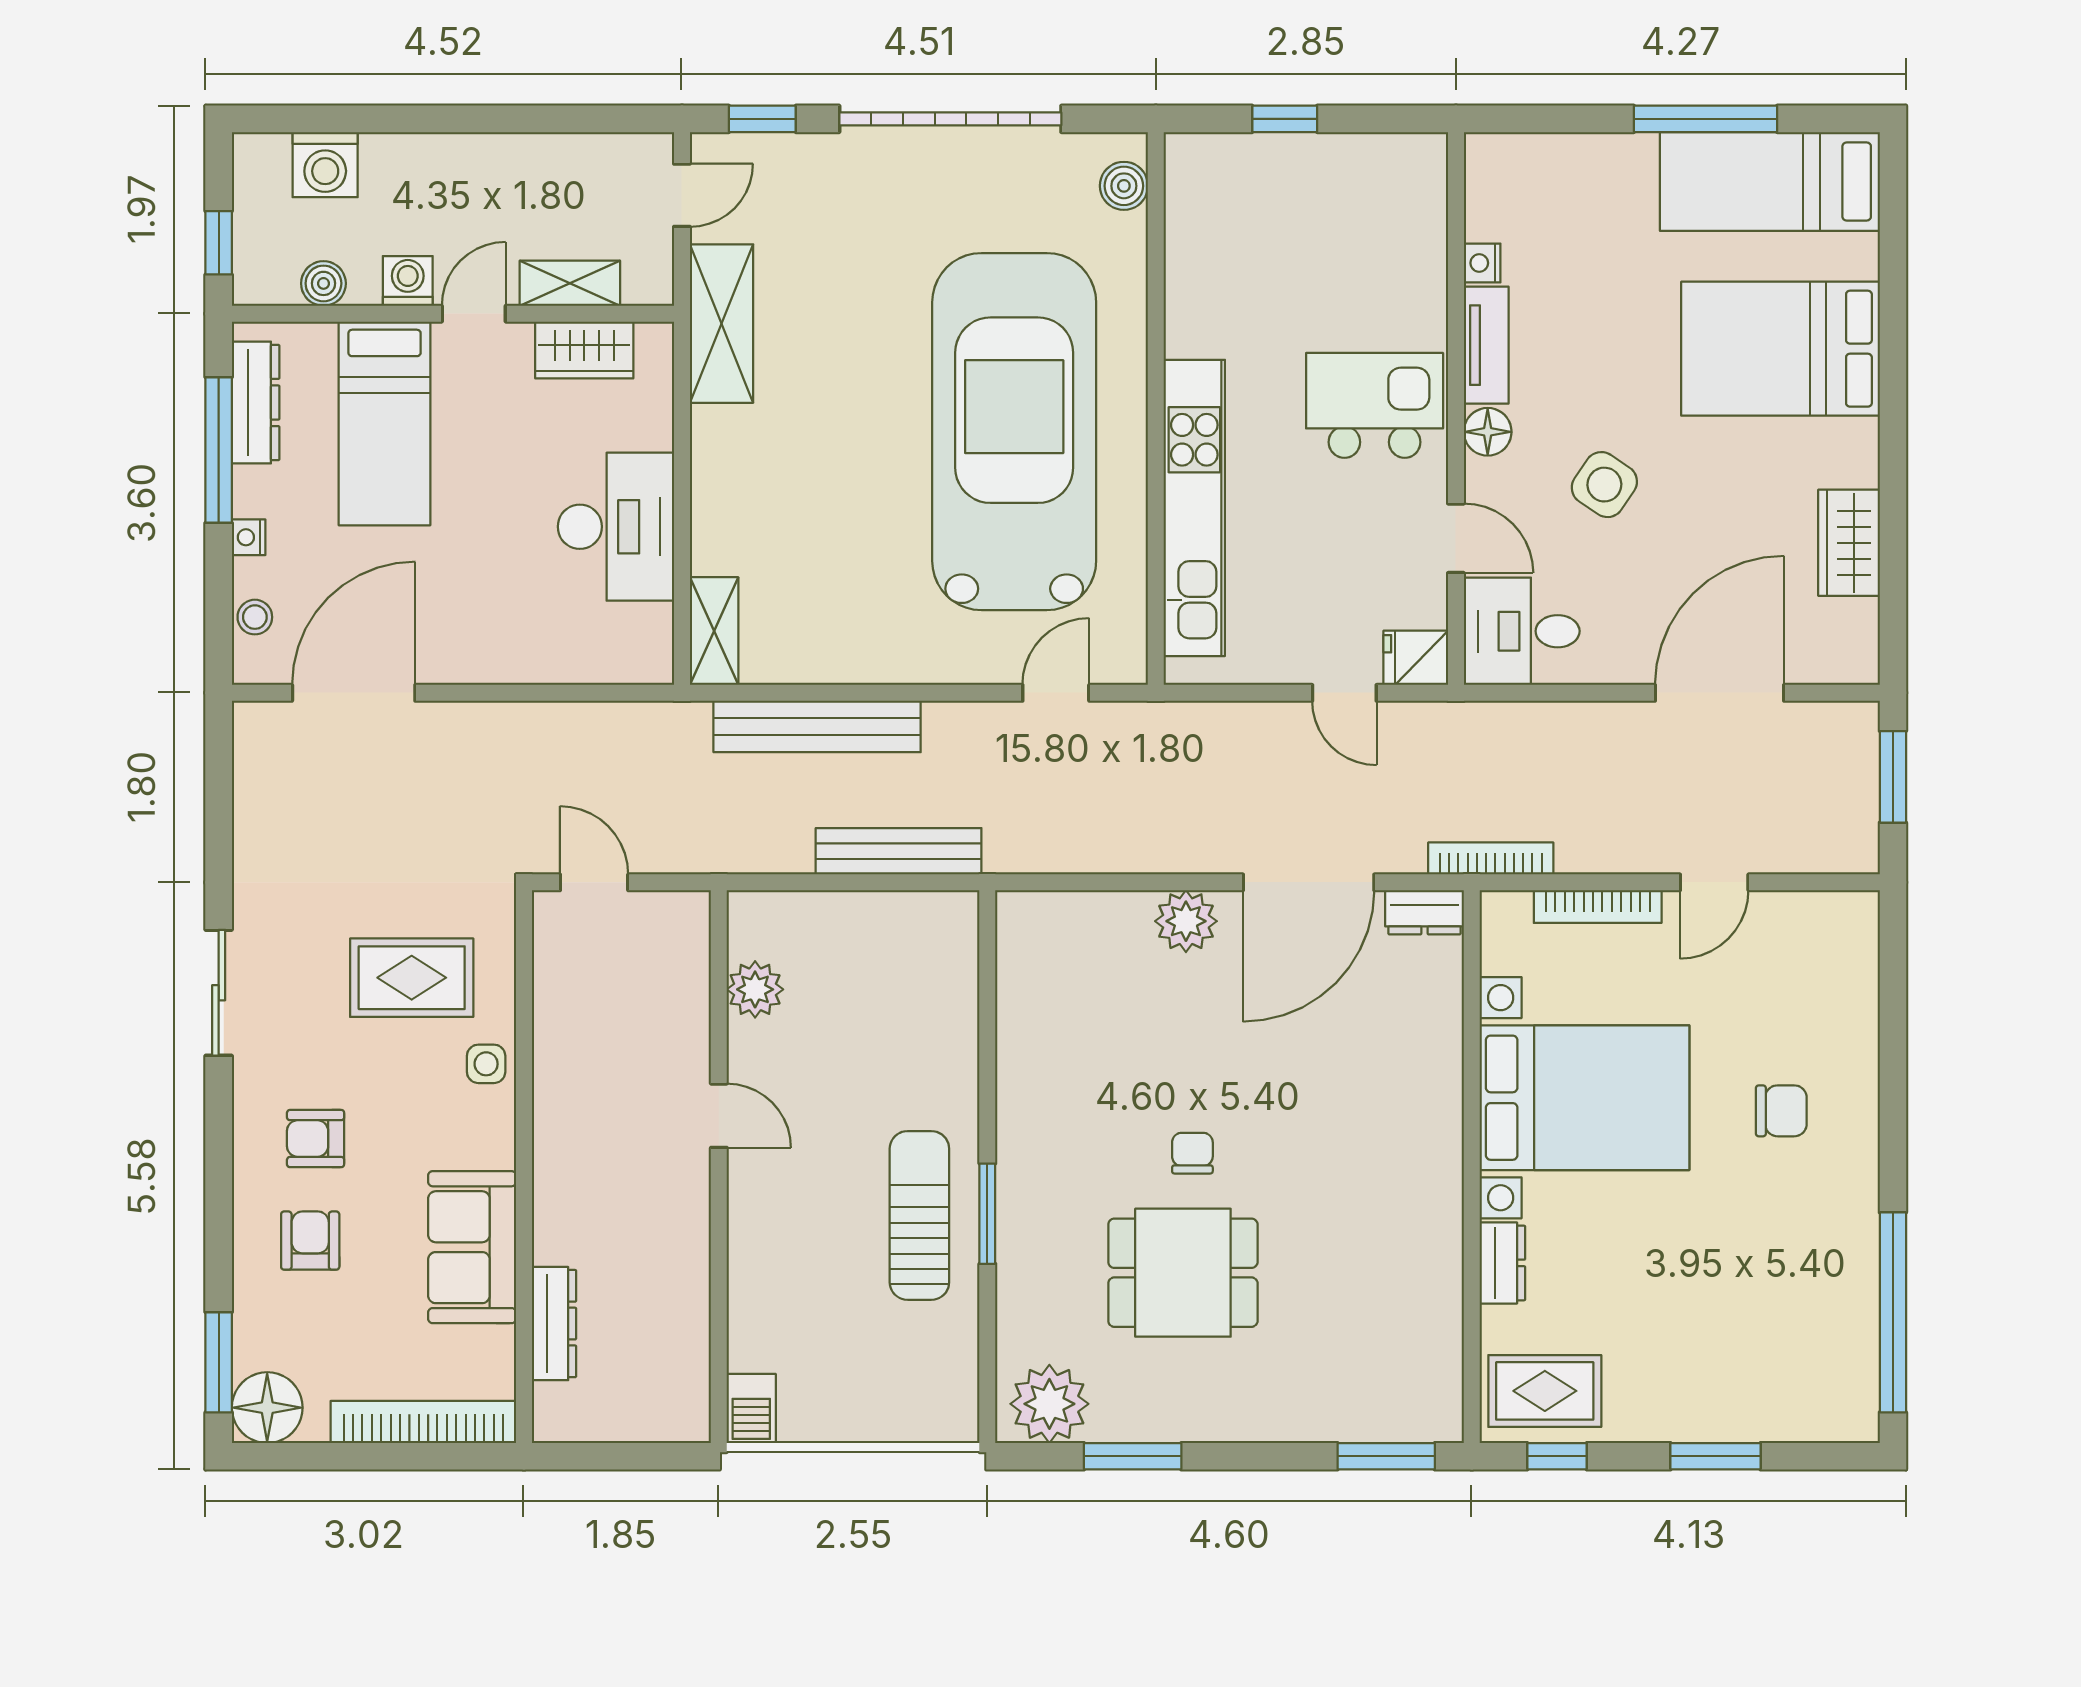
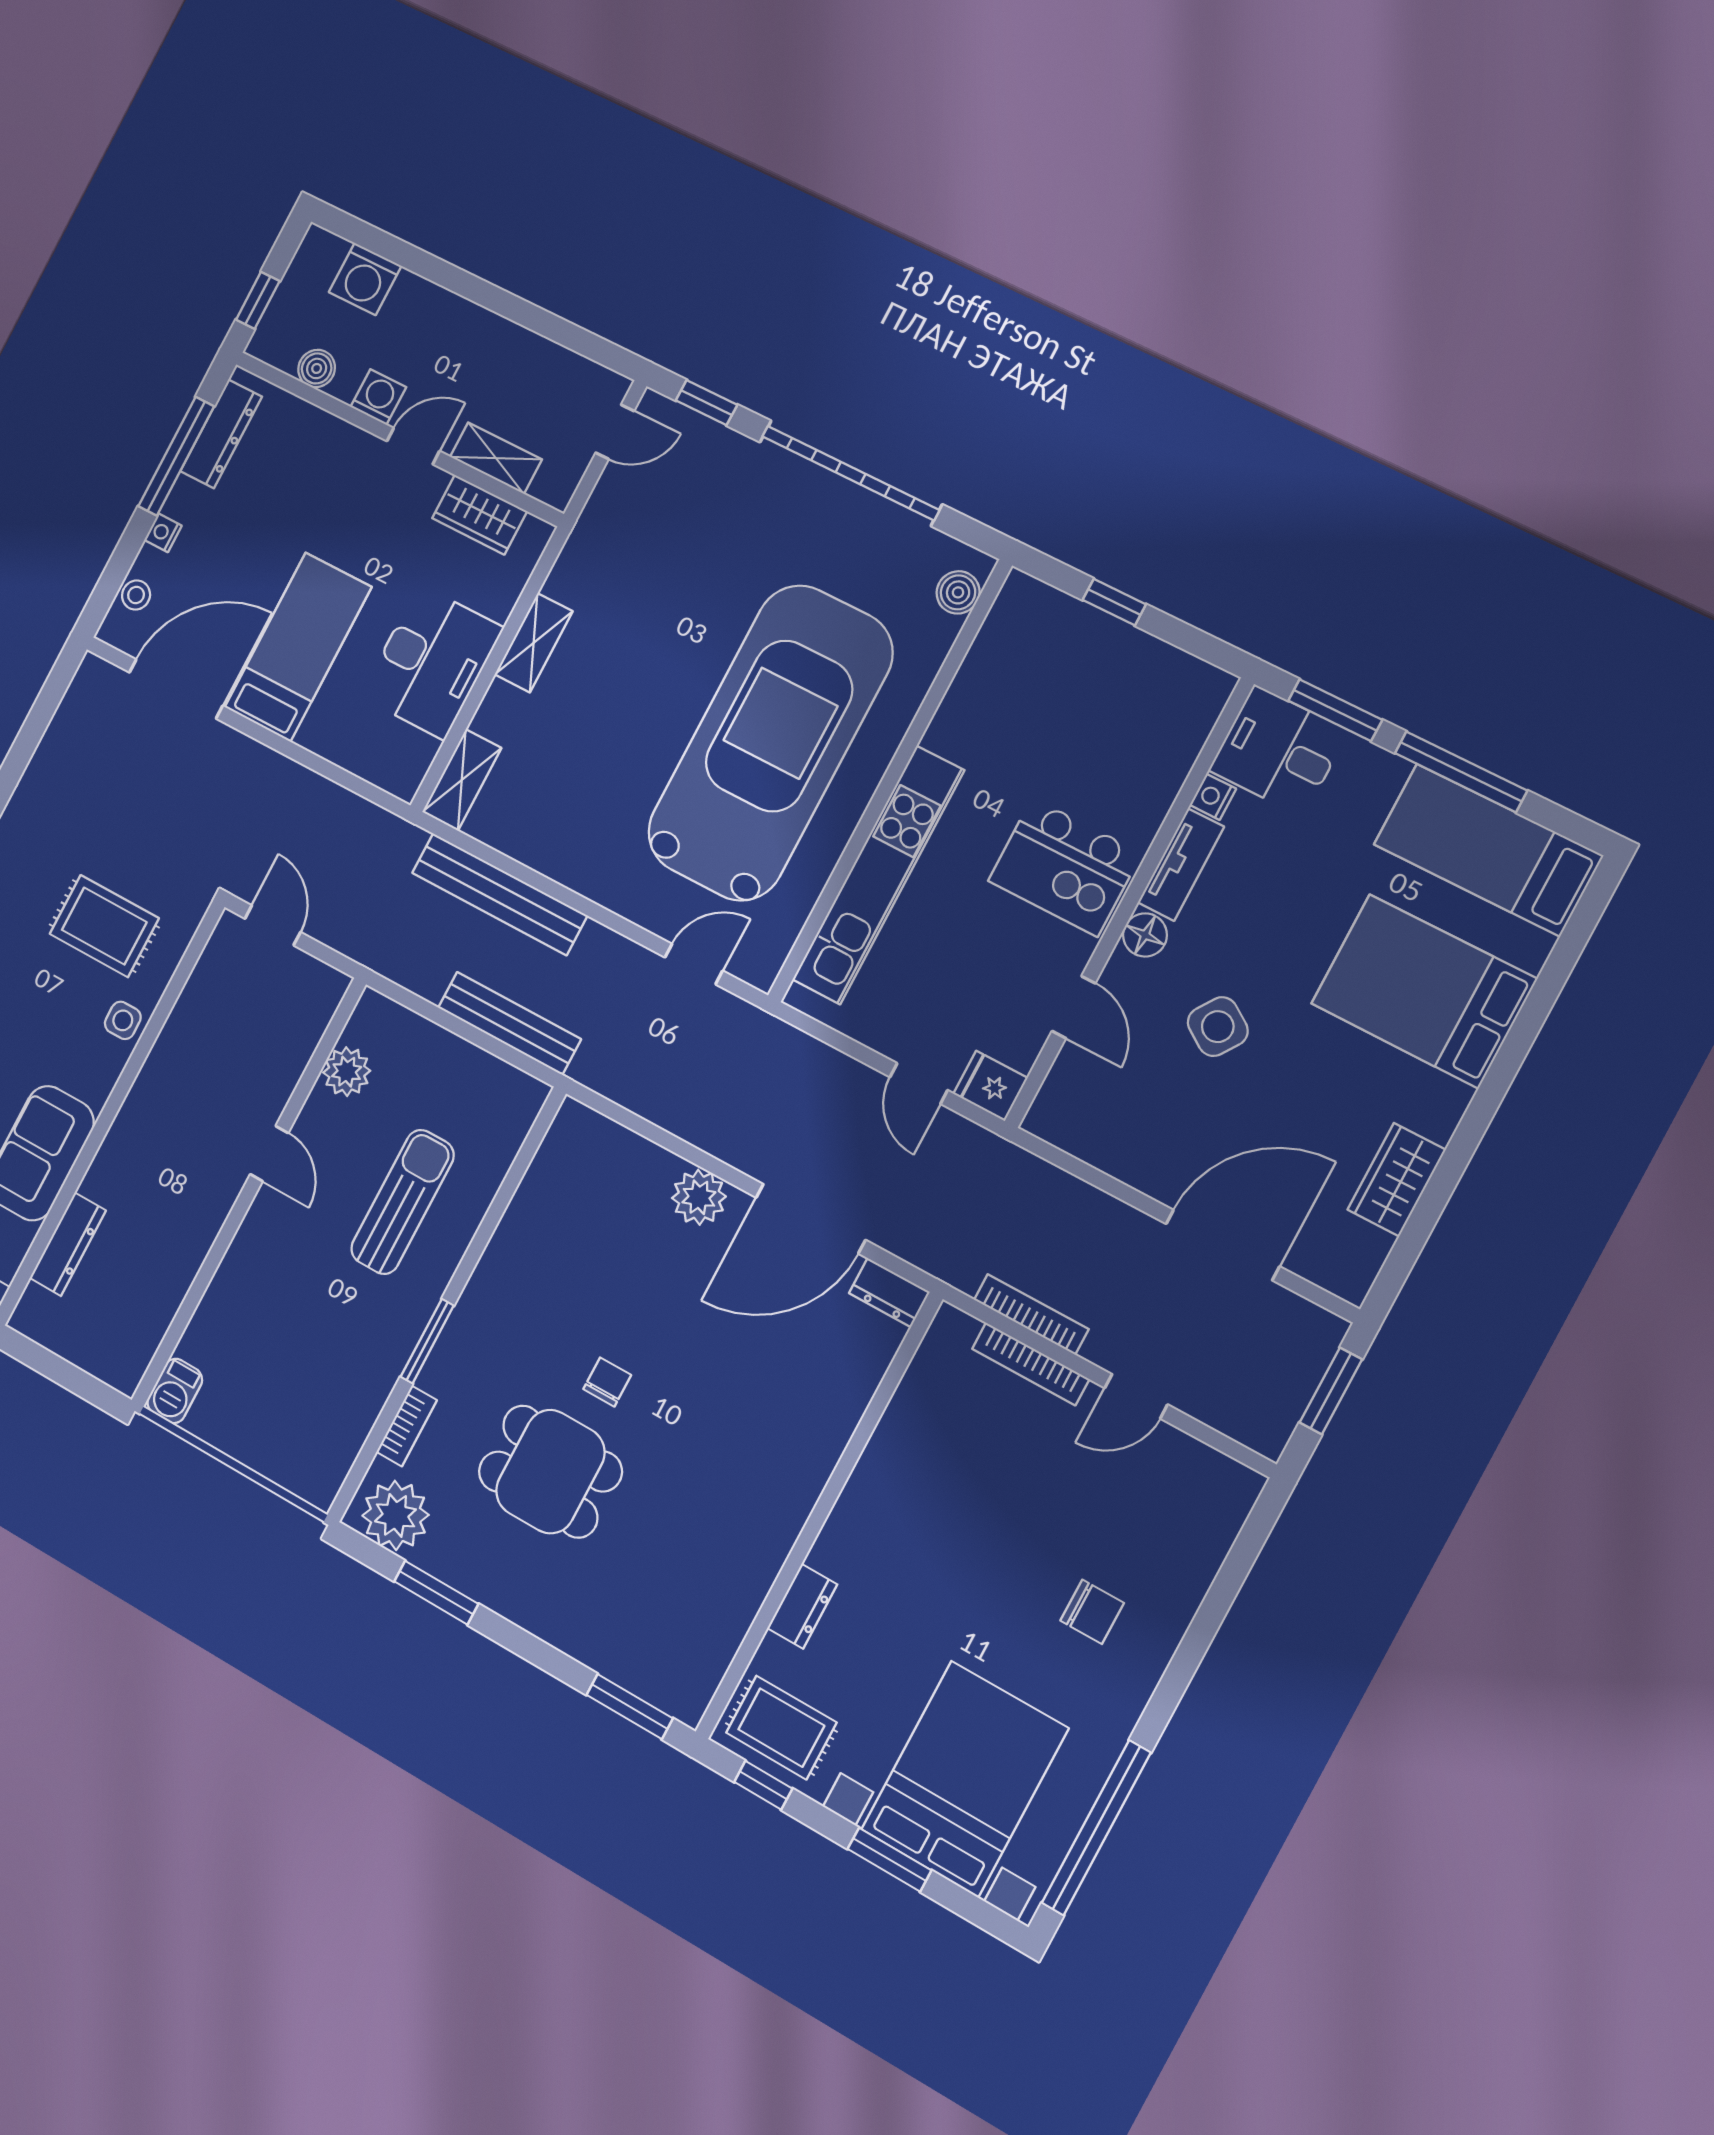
window: (1555, 119) -> (1335, 710), added
shelving: (722, 324) -> (534, 643), moved, width x0.67, depth x0.75
kitchen island: (1375, 405) -> (1065, 867), turned 180
bed: (385, 423) -> (298, 647), moved, turned 180
desk: (1522, 631) -> (1279, 751), moved
bookcase: (1491, 858) -> (1031, 1314), moved
bed with nightstands: (1584, 1098) -> (965, 1779), moved, turned -90
sun lounger: (919, 1215) -> (403, 1202), moved
bookcase: (1012, 1309) -> (407, 1426), added

